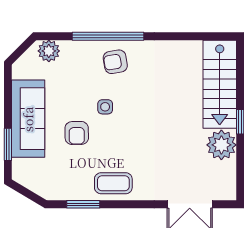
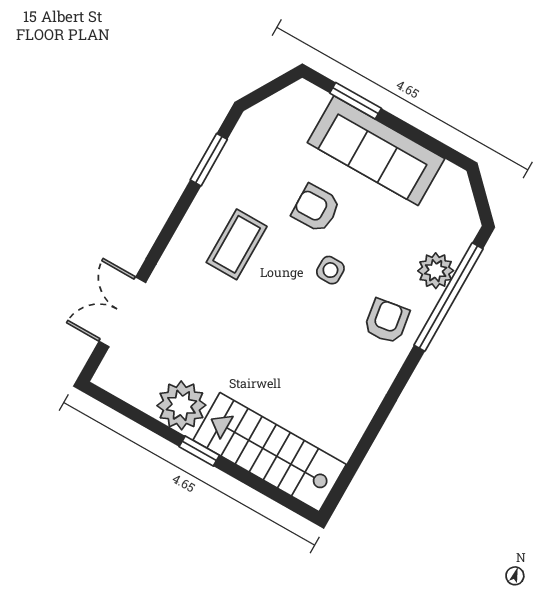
window: (108, 36) -> (449, 297), moved
plant: (49, 51) -> (436, 271), moved
coffee table: (113, 183) -> (237, 244), moved

